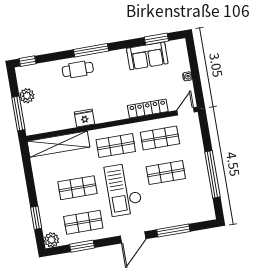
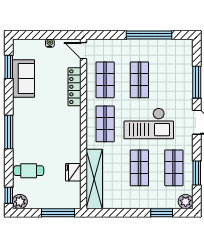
cafe table: (78, 69) -> (29, 171), moved, turned 90
plant: (27, 96) -> (20, 202), moved
fridge: (84, 118) -> (73, 172), moved

